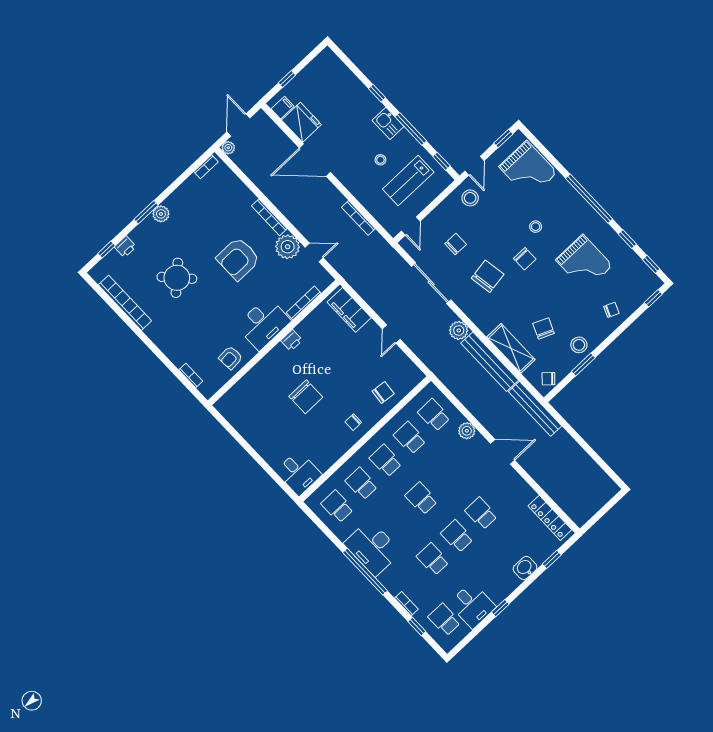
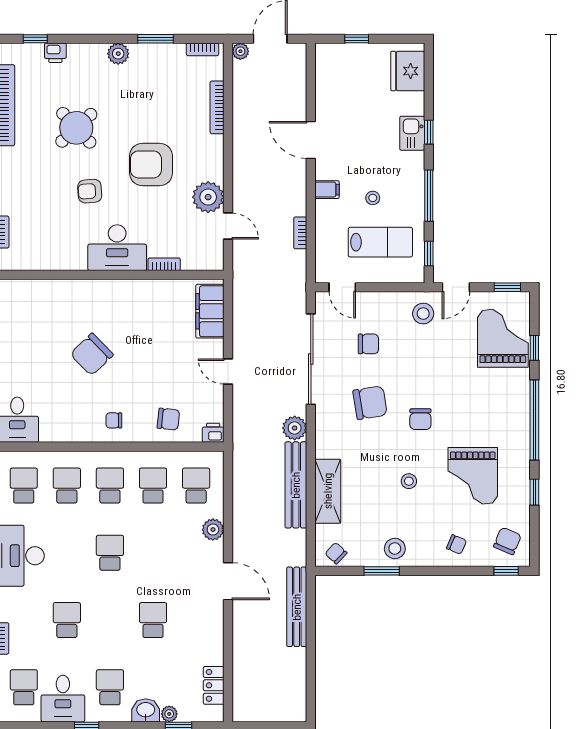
filing cabinet: (283, 108) -> (327, 190), moved
fridge: (301, 122) -> (408, 71), moved, turned 180
kitchen sink: (388, 123) -> (412, 133), moved
door: (315, 160) -> (311, 140), width x0.73
grand piano: (528, 170) -> (503, 338), turned 180
lab bench: (408, 181) -> (380, 242), turned 180
window: (146, 212) -> (156, 39), moved
bookcase: (269, 217) -> (217, 107), moved
bookcase: (358, 218) -> (300, 233), width x0.64
door: (411, 226) -> (342, 287), hinge flipped
stool: (536, 227) -> (409, 481), moved
window: (651, 264) -> (534, 348), moved
sliding door: (431, 283) -> (311, 359), width x1.36
bookcase: (304, 303) -> (164, 264), width x0.64
chair: (544, 328) -> (507, 541), moved
door: (391, 334) -> (228, 371), hinge flipped
printer: (292, 340) -> (213, 433), moved, turned 180
armchair: (231, 358) -> (90, 191), moved
chair: (306, 397) -> (92, 354), turned 46
bench: (535, 409) -> (297, 607), moved
locker: (550, 518) -> (214, 685), width x0.66
school desk: (457, 536) -> (110, 687), moved
plant: (540, 557) -> (169, 714), added

